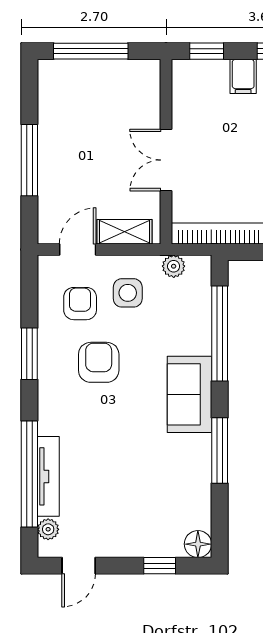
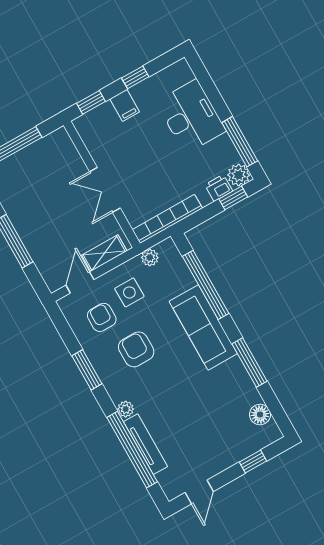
sofa: (189, 394) -> (203, 327), width x1.36
plant: (48, 529) -> (126, 409), moved
floor lamp: (198, 544) -> (260, 415), moved

